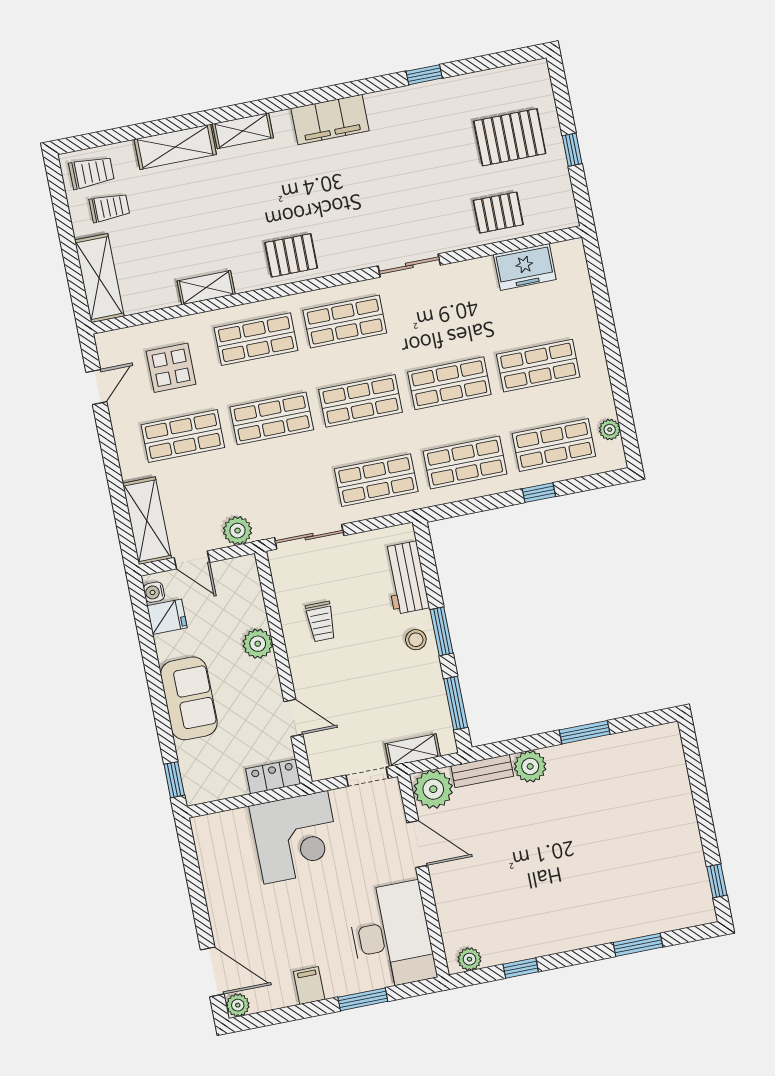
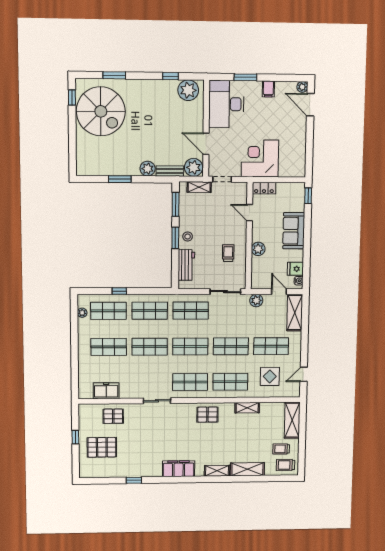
spiral stairs: (652, 865) -> (101, 111), added
plant: (469, 959) -> (188, 90), width x1.88, depth x1.88

